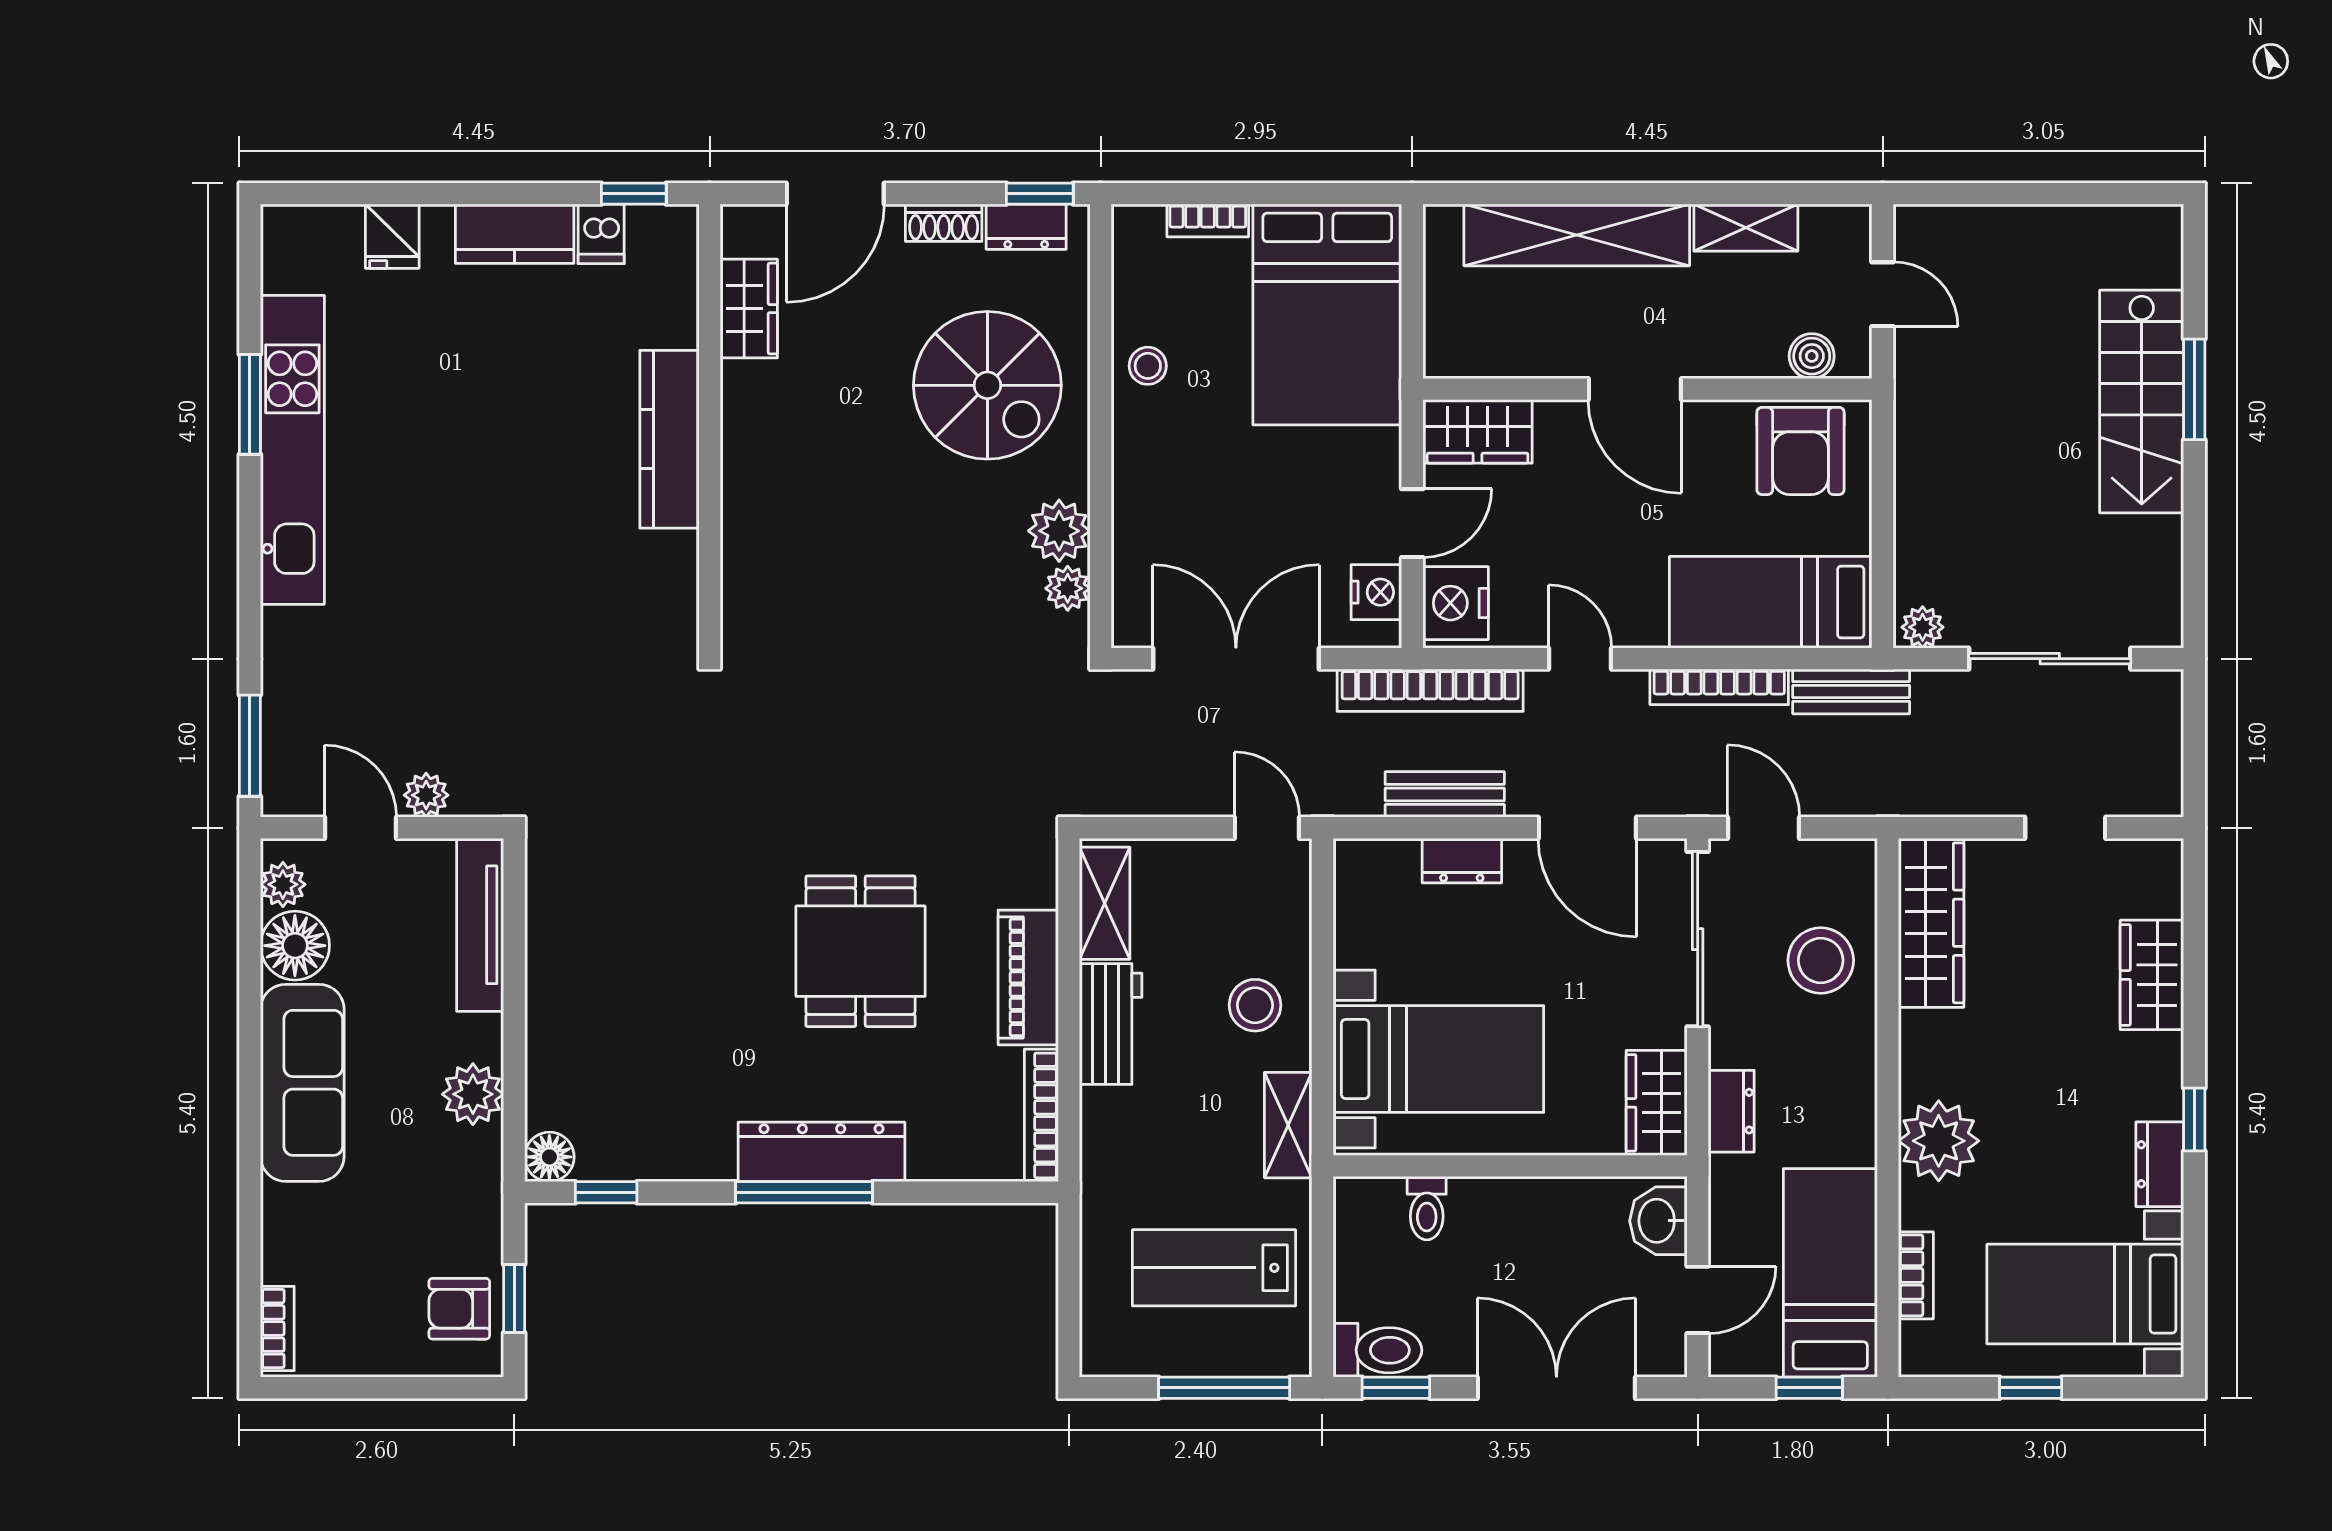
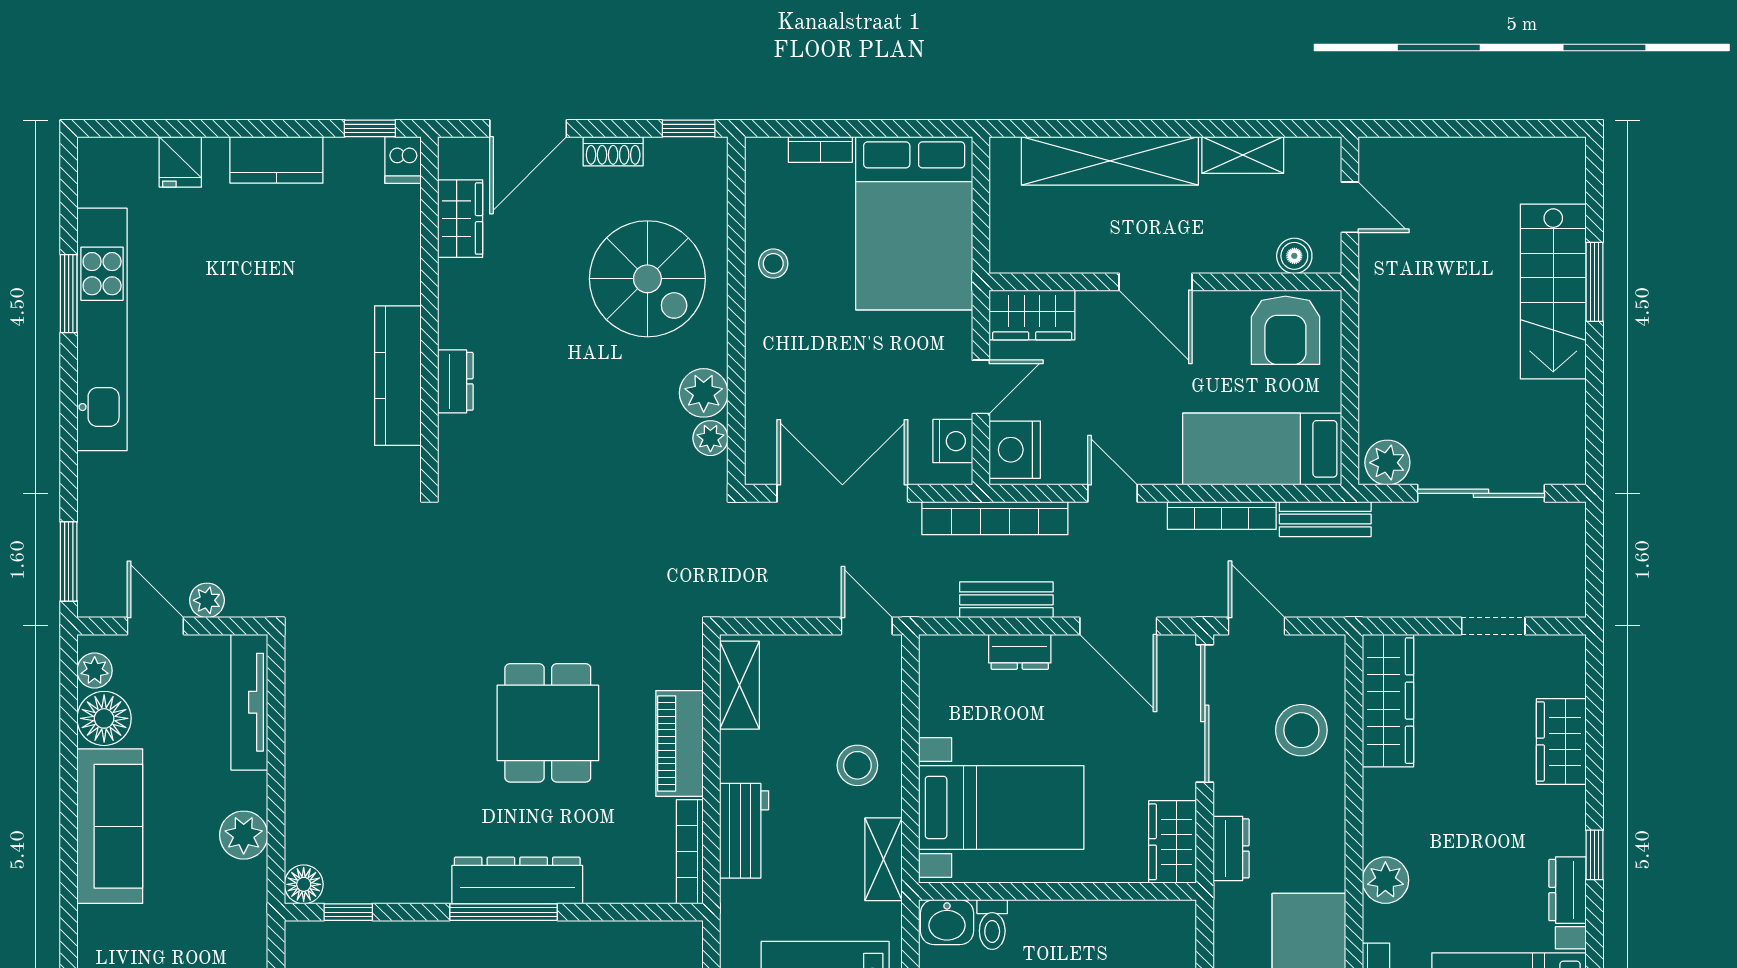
dresser: (1026, 227) -> (455, 381), moved, turned -90
dishwasher: (601, 234) -> (403, 160), moved
kitchen counter: (669, 439) -> (398, 376), moved
plant: (1923, 627) -> (1387, 463), width x1.38, depth x1.38
workbench: (1111, 1024) -> (744, 831), moved
plant: (1939, 1141) -> (1385, 880), width x0.73, depth x0.73
washbasin: (1658, 1221) -> (947, 922), moved, turned -90

